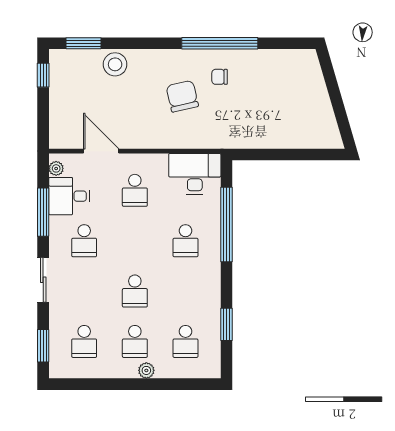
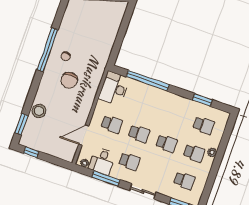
chair: (182, 96) -> (69, 80), turned -77
school desk: (186, 241) -> (139, 134), moved

